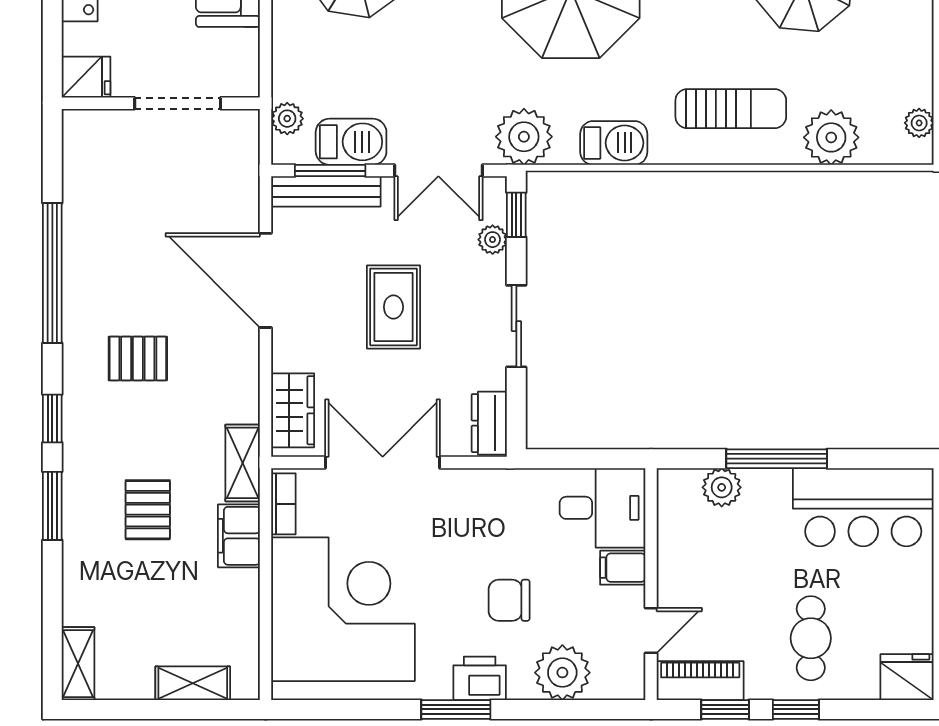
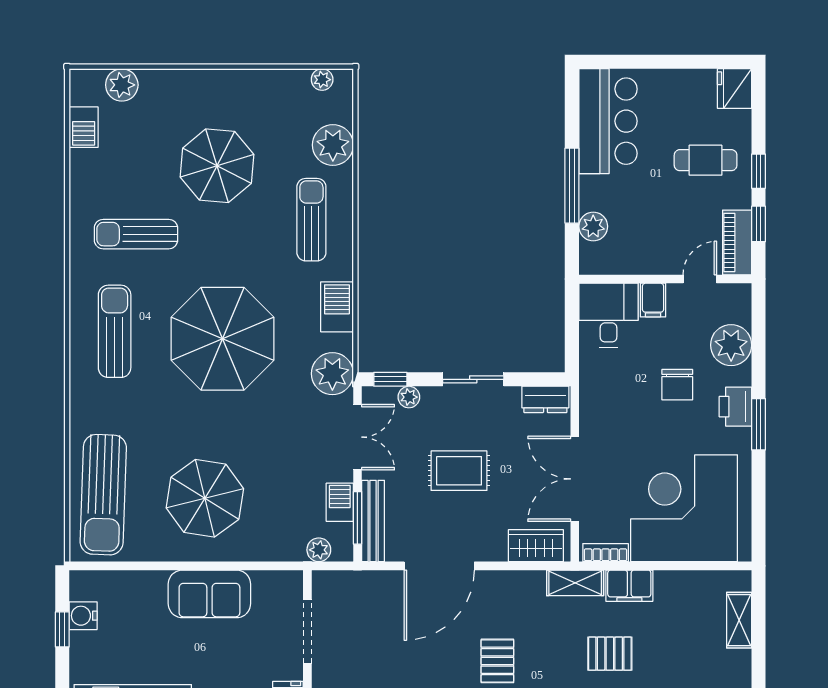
barbecue: (351, 142) -> (340, 502), width x0.73, depth x0.79
door: (651, 631) -> (700, 279), hinge flipped

